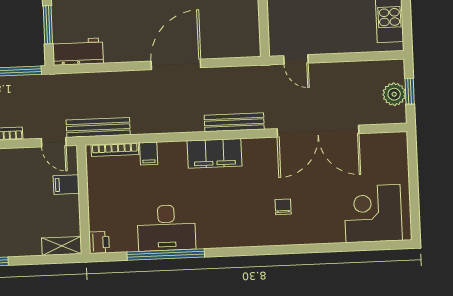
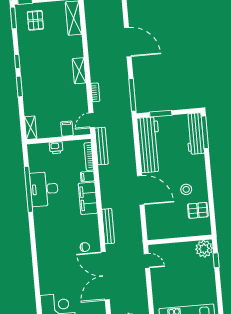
workbench: (78, 52) -> (149, 145), width x1.87, depth x1.32
door: (296, 59) -> (147, 261), swing flipped
filing cabinet: (214, 153) -> (88, 198), moved
chair: (283, 207) -> (85, 247), moved
printer: (99, 242) -> (56, 148), moved

